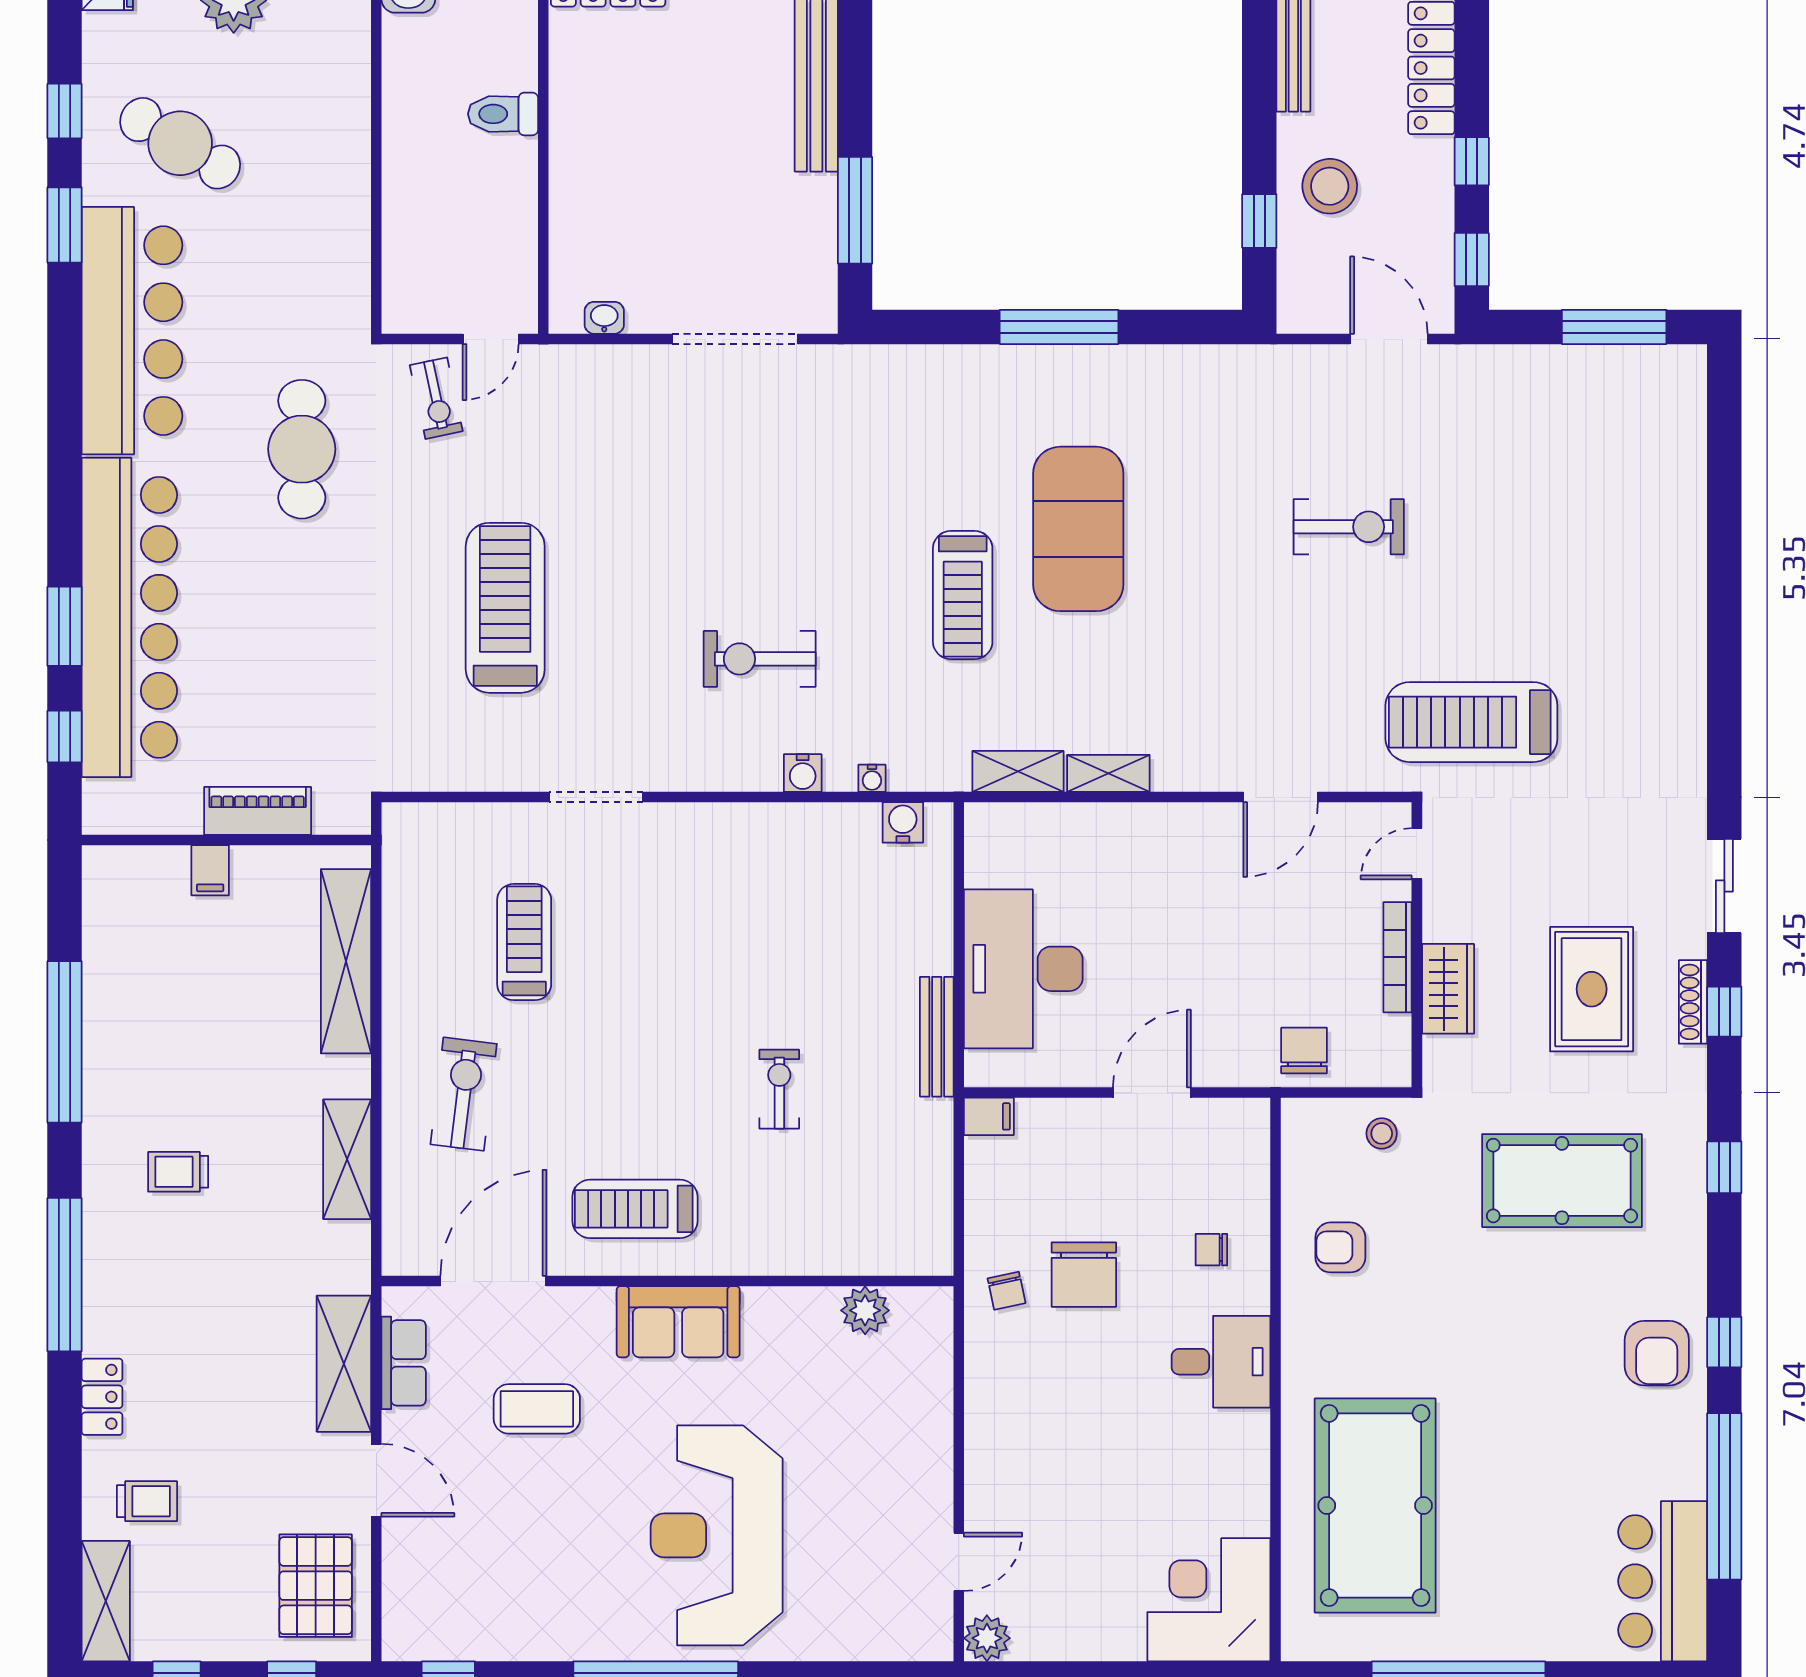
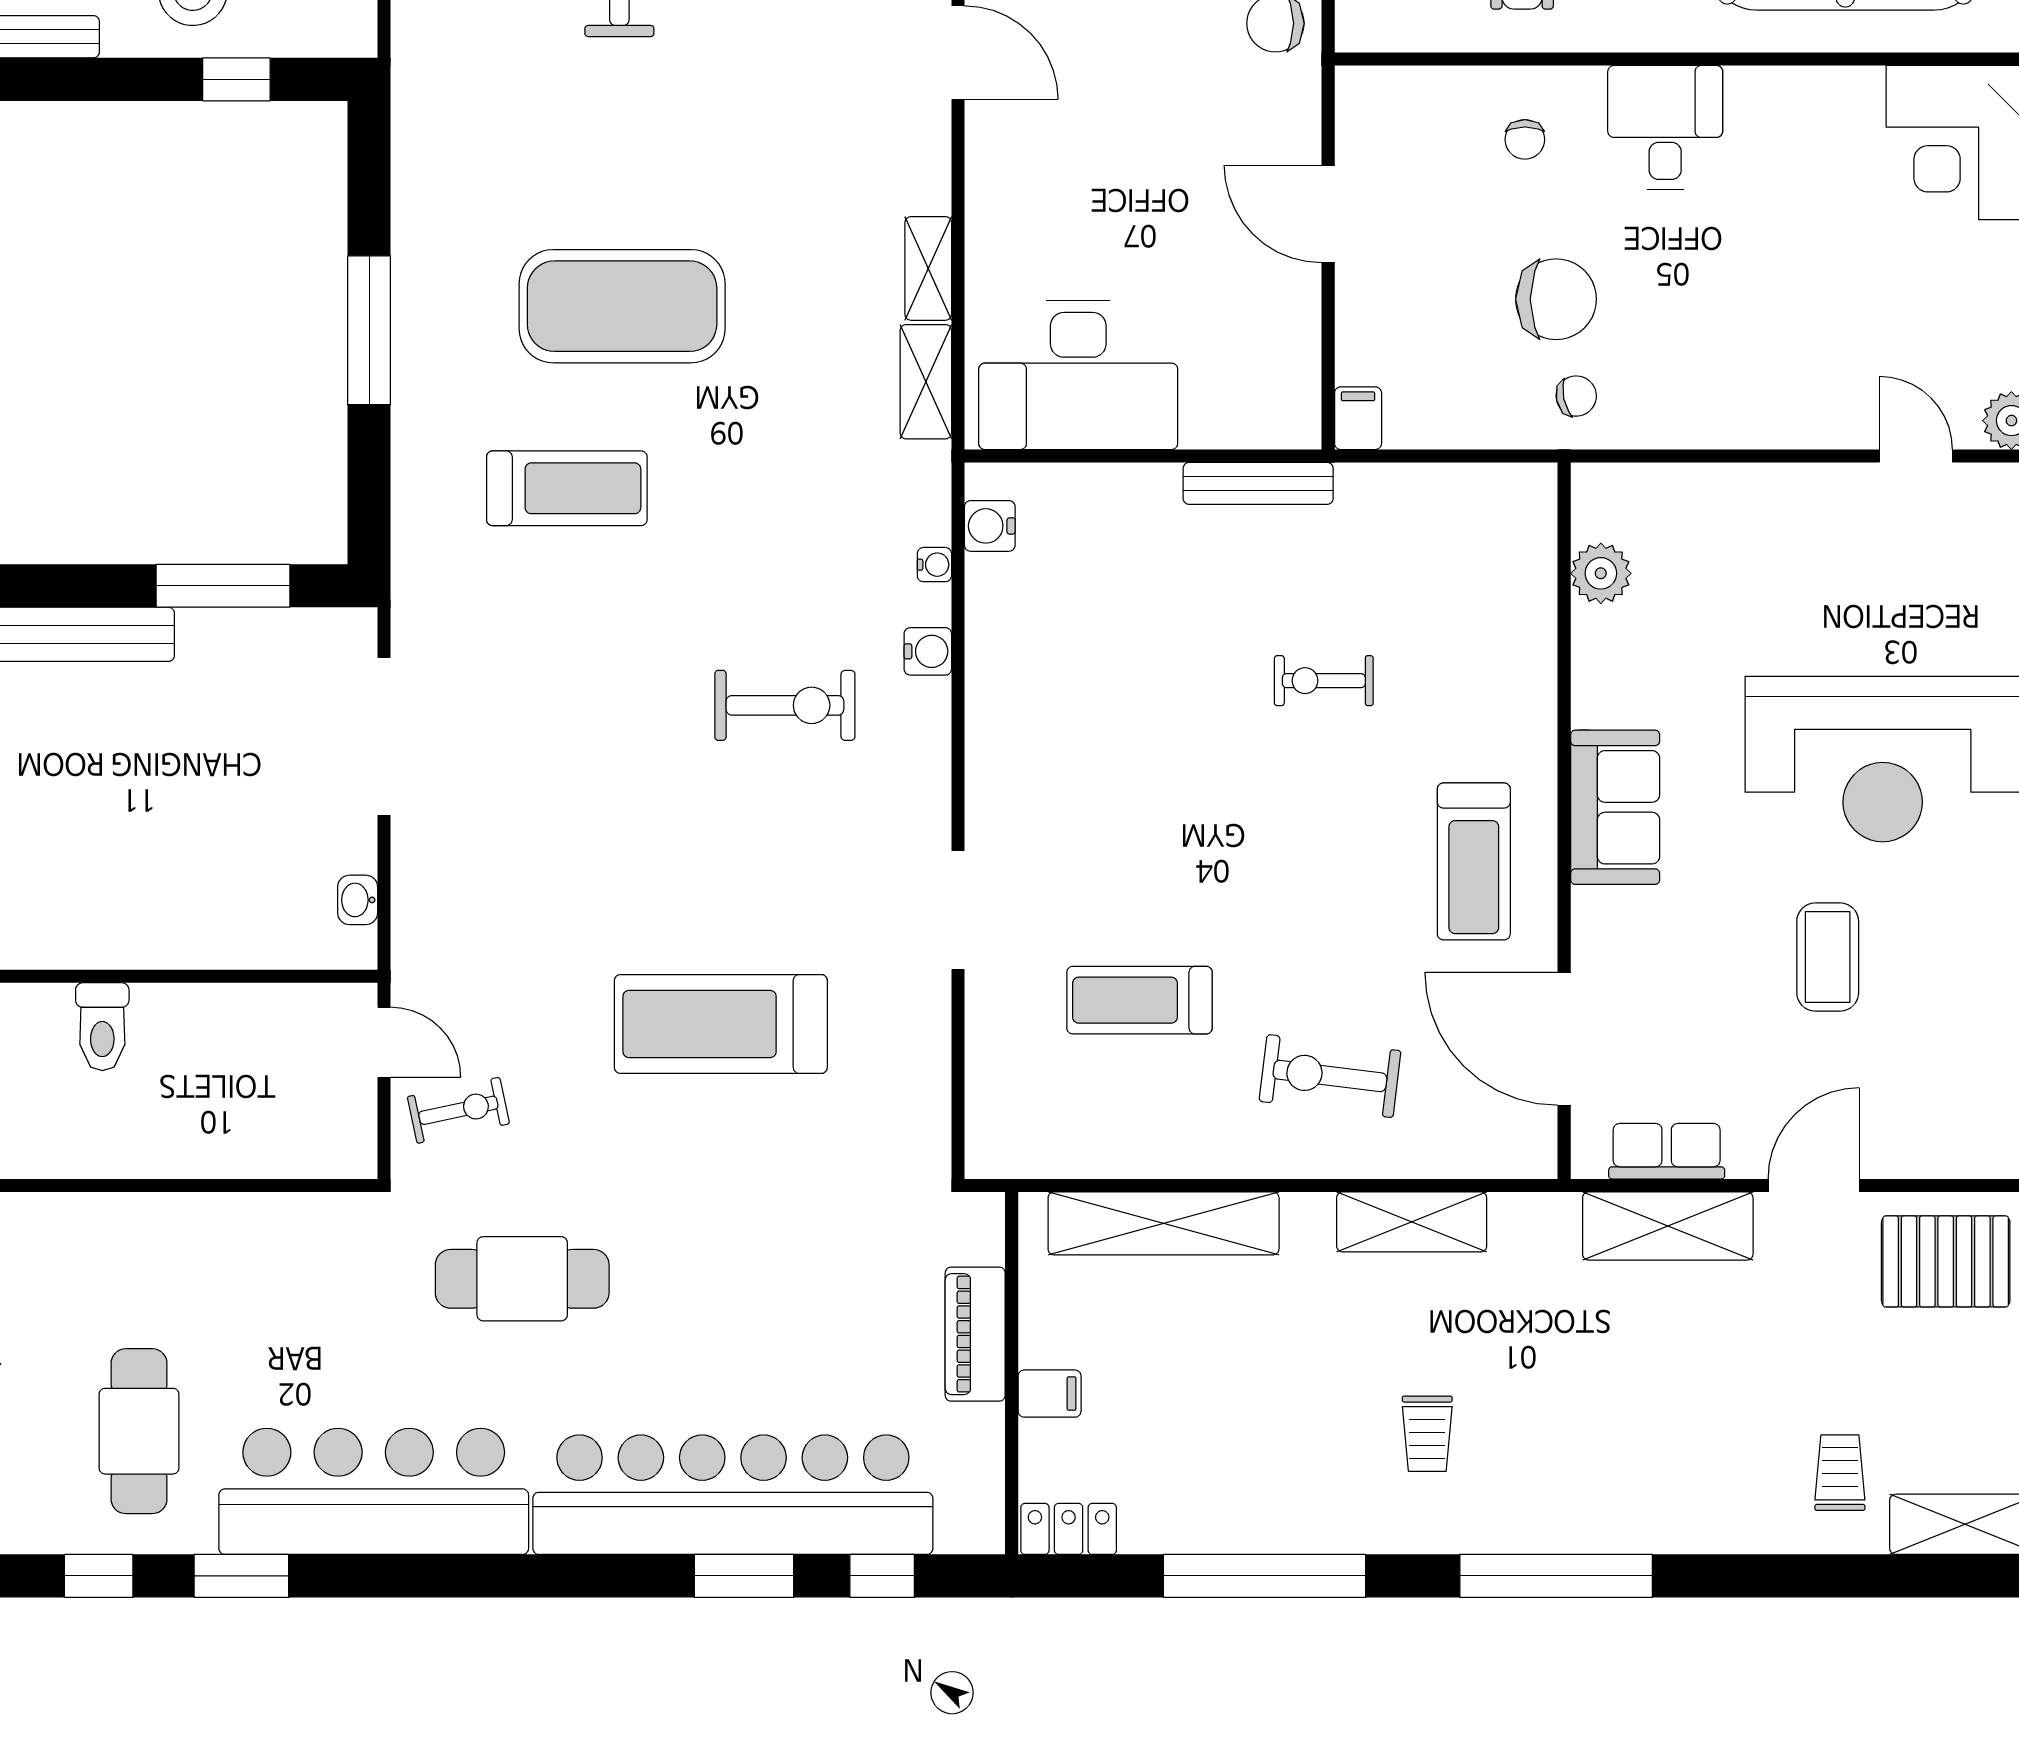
cafe table: (180, 143) -> (139, 1431), turned -31
treadmill: (963, 595) -> (567, 488), moved
exercise bike: (760, 659) -> (785, 705), turned -90
desk: (1023, 969) -> (1078, 375), moved
locker: (102, 1397) -> (1069, 1529), moved
coffee table: (537, 1409) -> (1828, 957), moved

